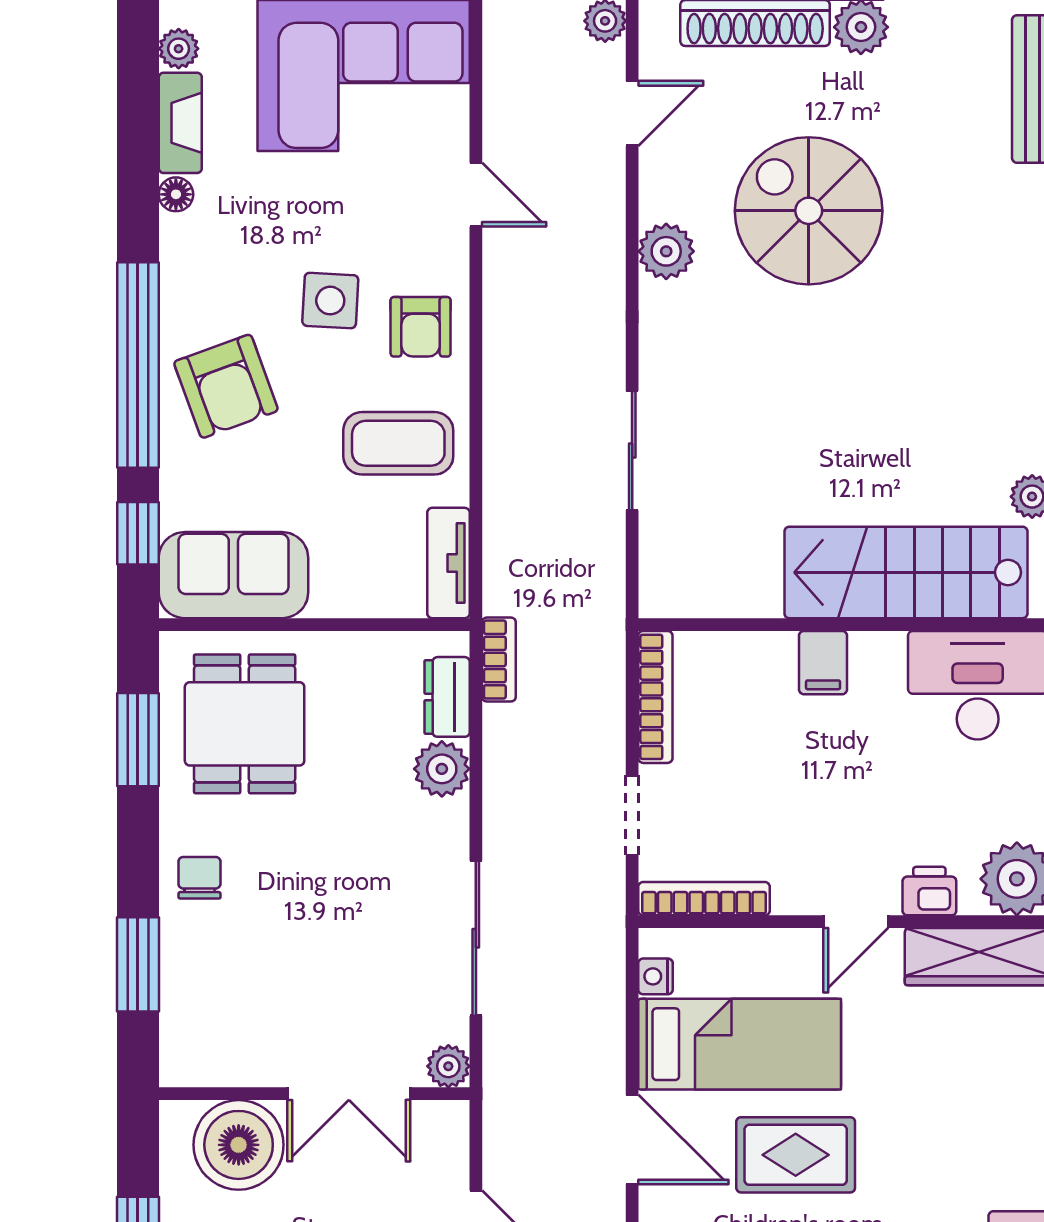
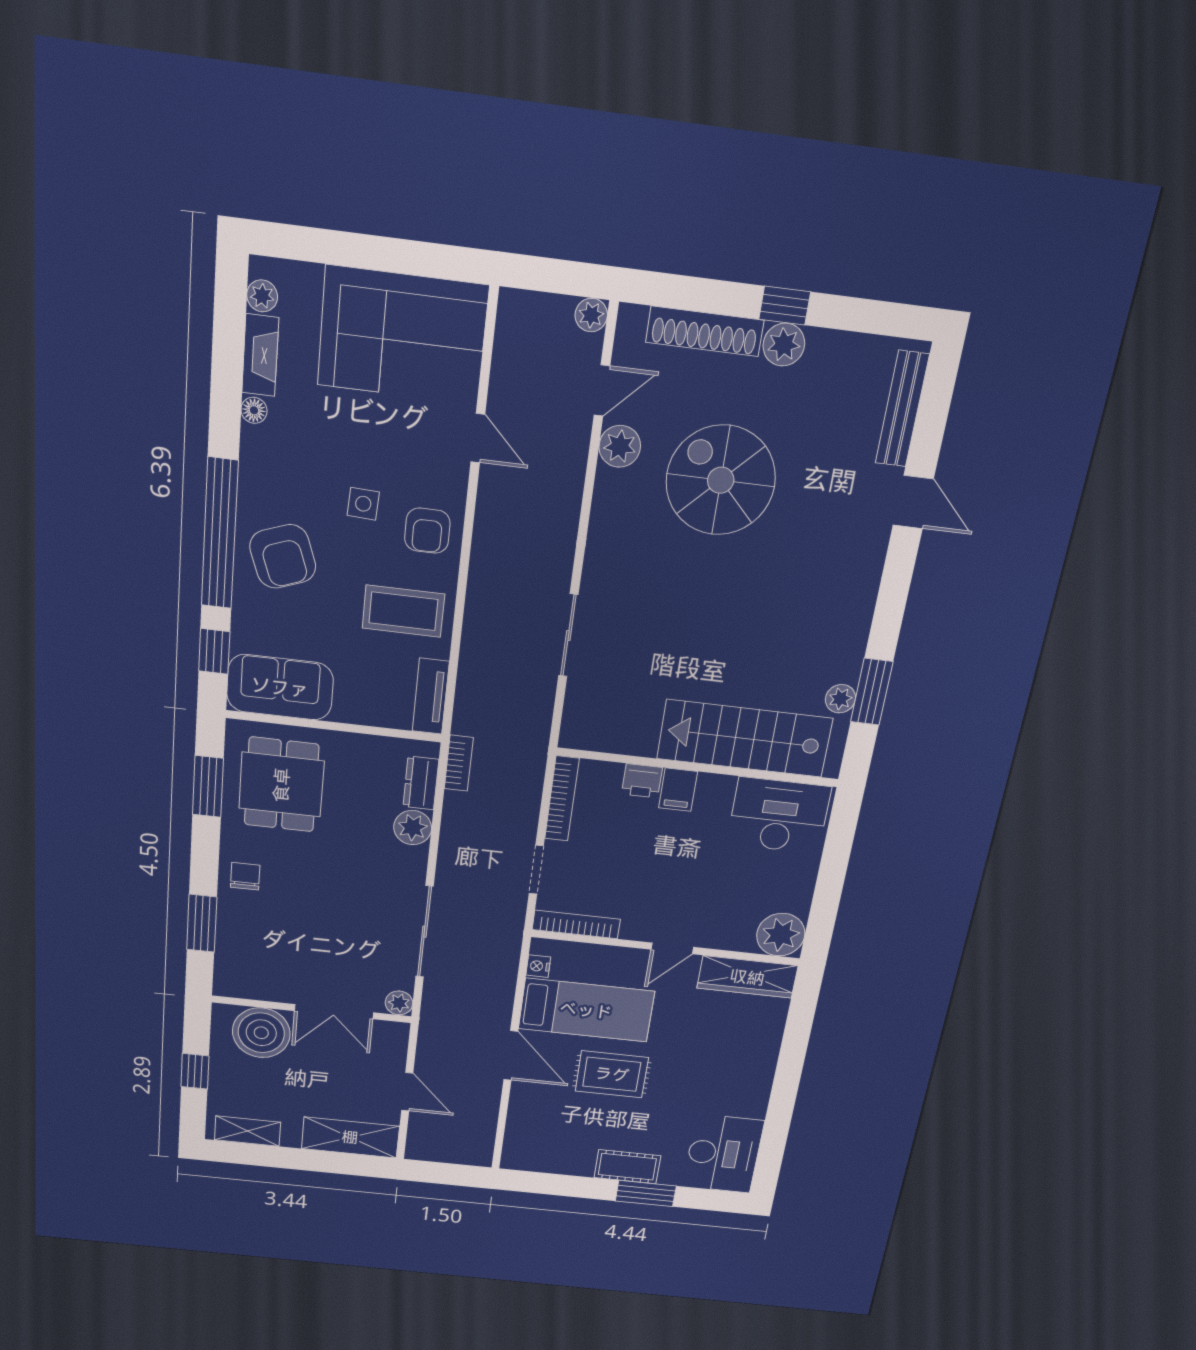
plant: (666, 251) -> (620, 446), moved
side table: (330, 301) -> (363, 504), width x0.73, depth x0.73
printer: (929, 891) -> (642, 781), moved, turned 180

